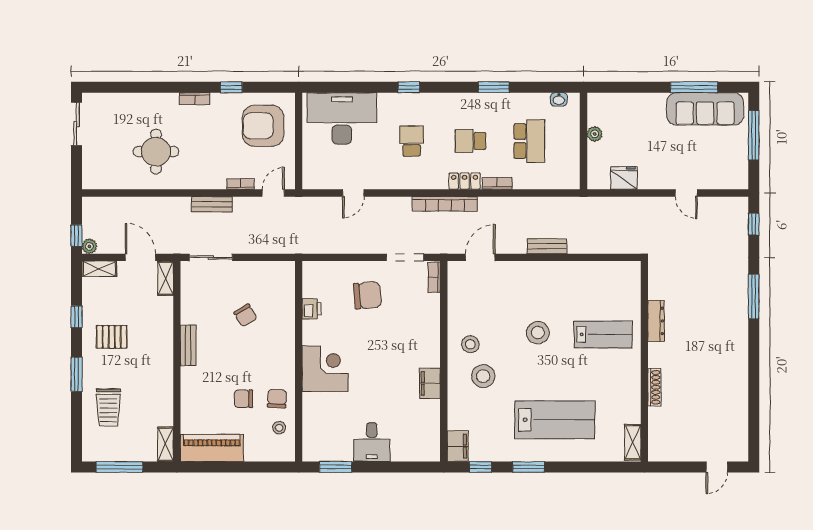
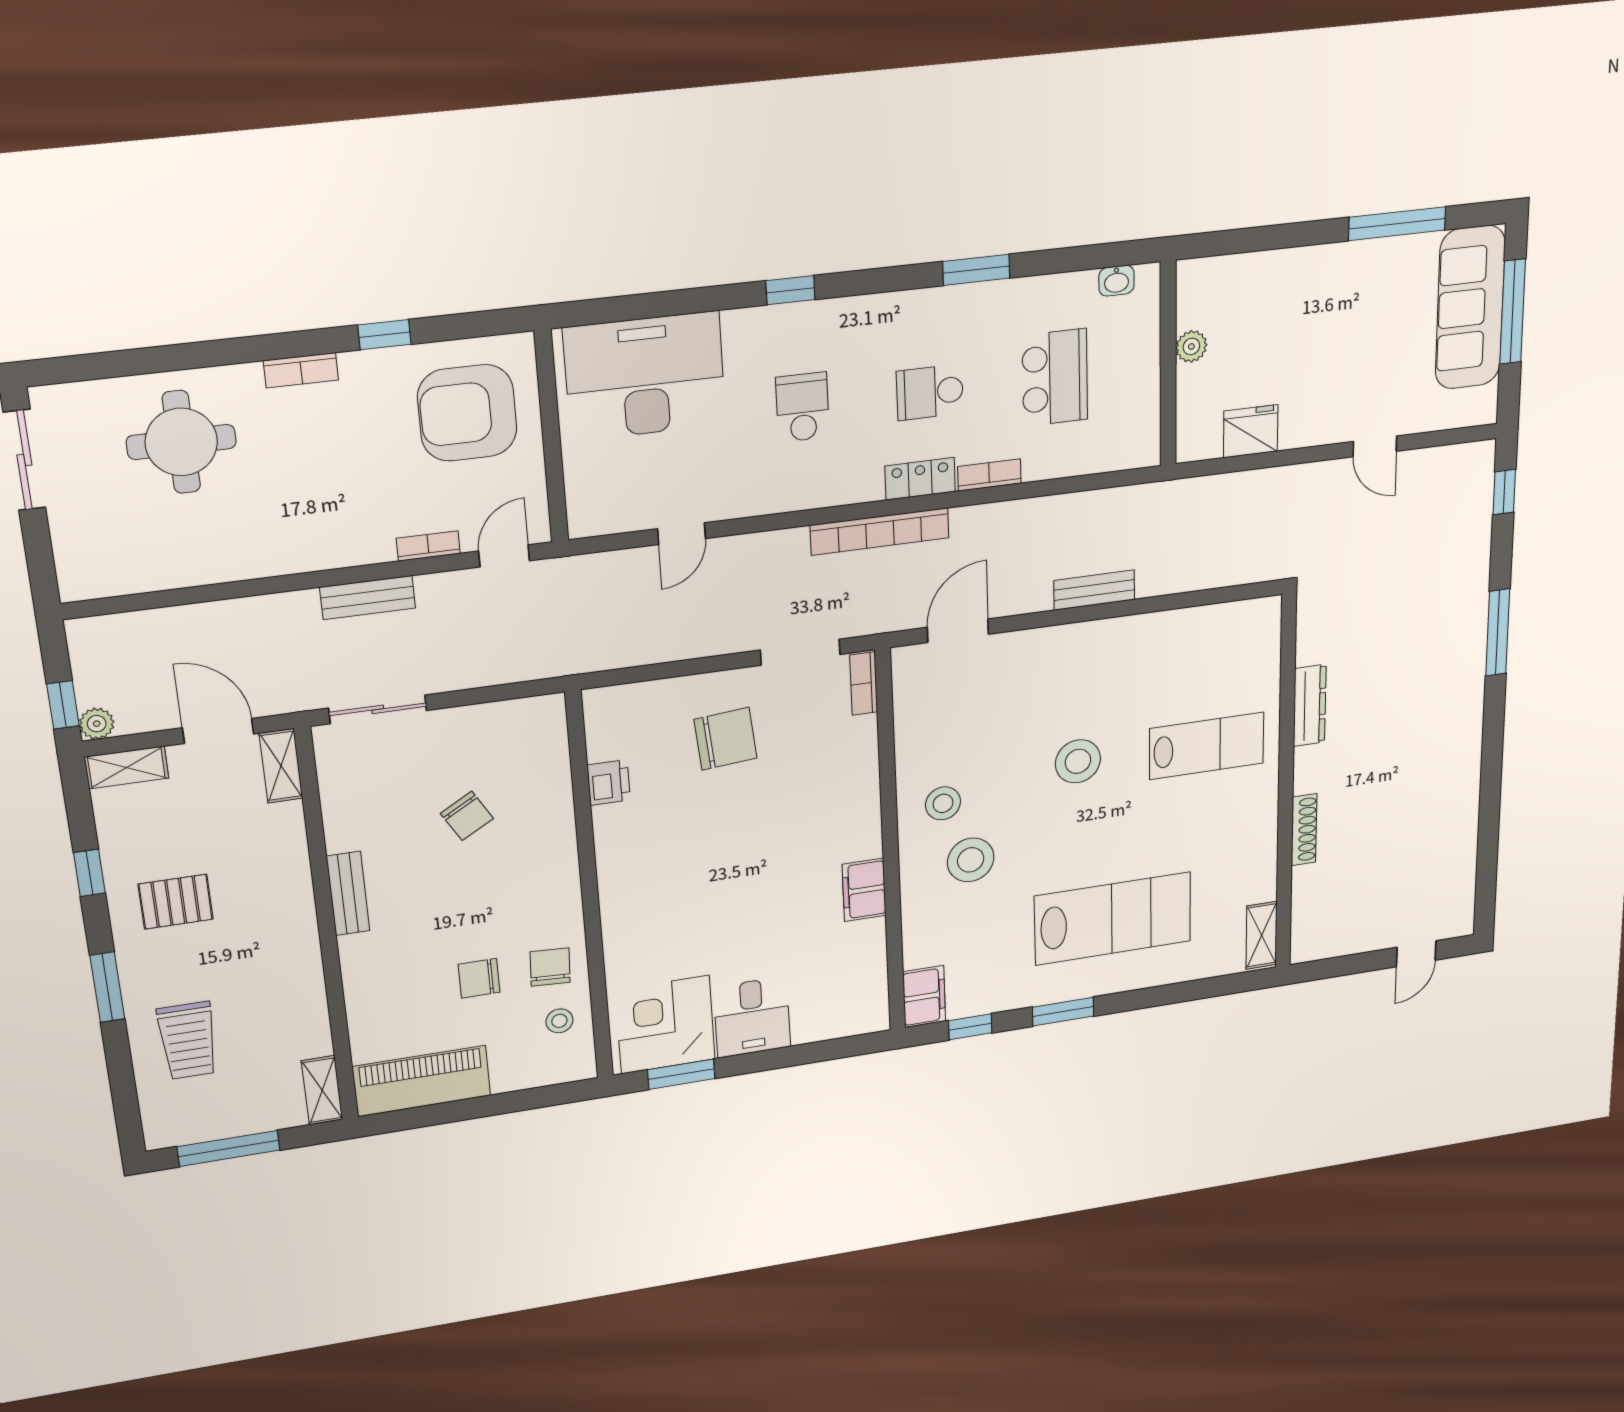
sofa: (705, 109) -> (1470, 308), moved, turned 90
round table: (156, 152) -> (181, 442), moved
corner desk: (325, 369) -> (665, 1025), moved, turned -90

